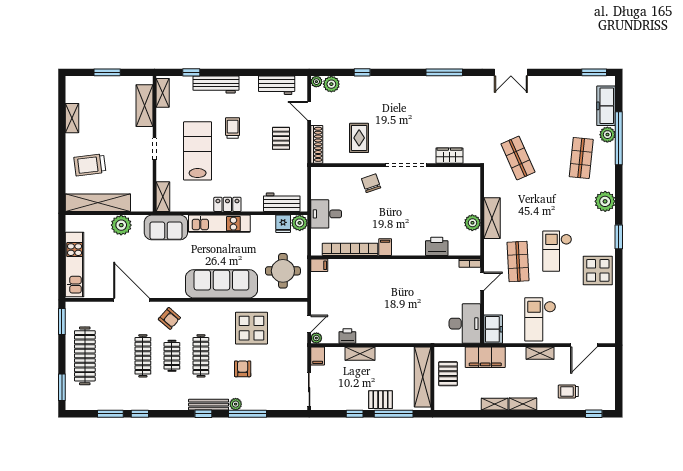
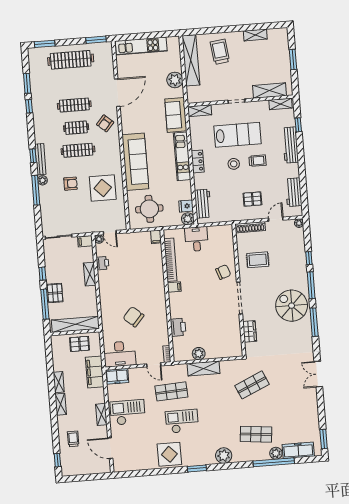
window: (397, 72) -> (311, 285), added
plant: (331, 84) -> (298, 235), removed
spiral stairs: (421, 99) -> (292, 306), added
stool: (234, 159) -> (234, 164), added
chair: (419, 302) -> (133, 317), added

